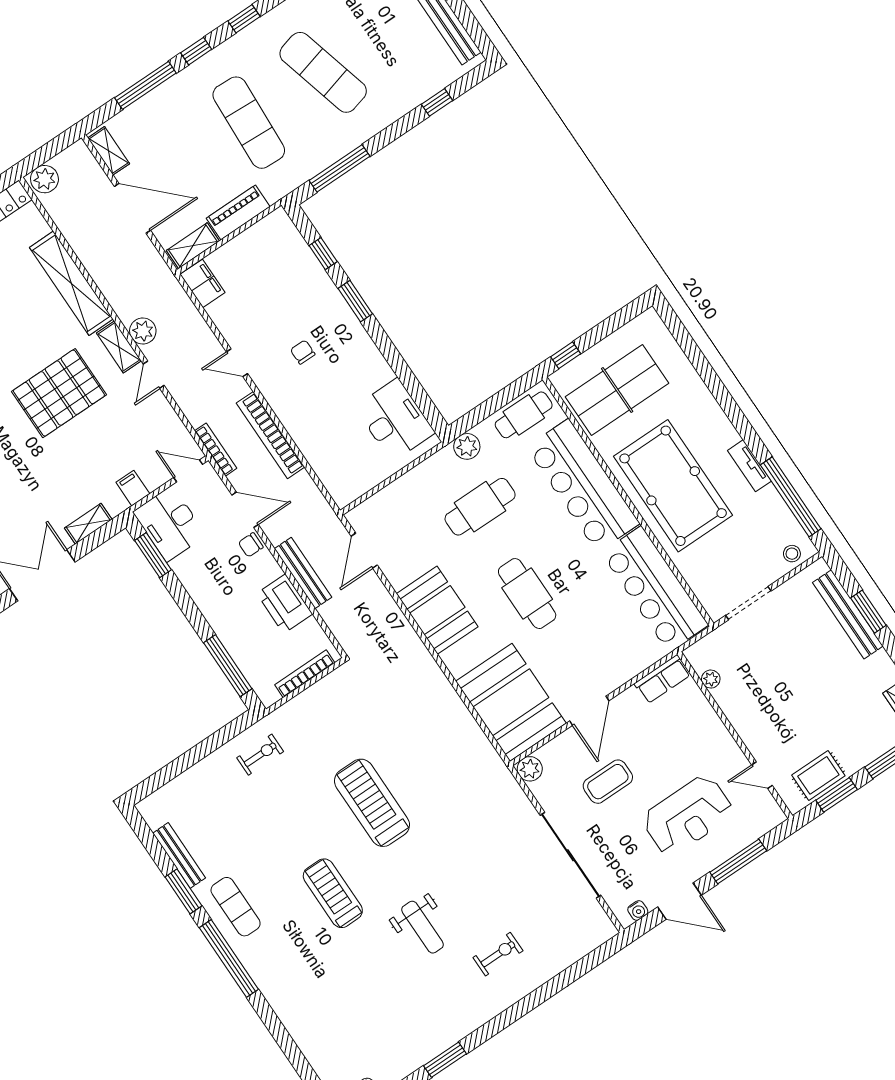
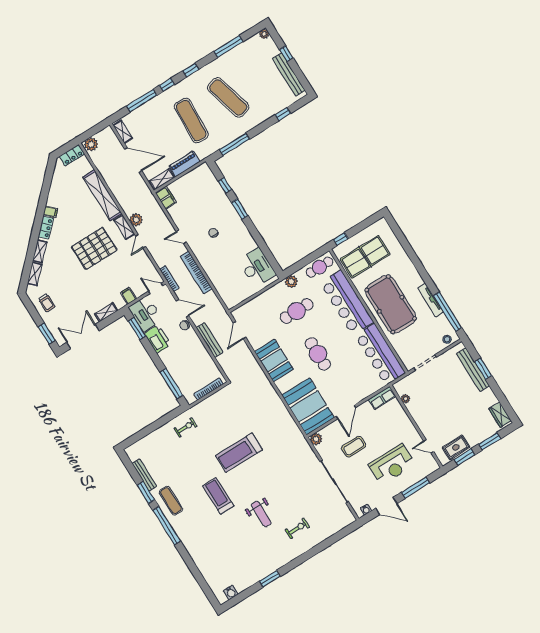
tv unit: (749, 466) -> (431, 300), width x1.41
printer: (285, 604) -> (158, 339), moved, turned 180
treadmill: (372, 803) -> (239, 453), turned -90

